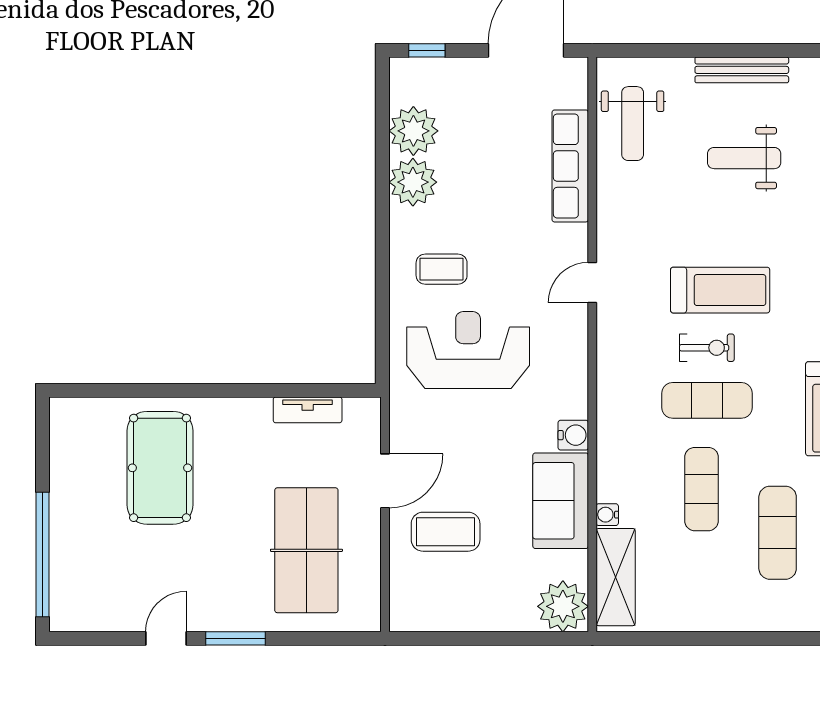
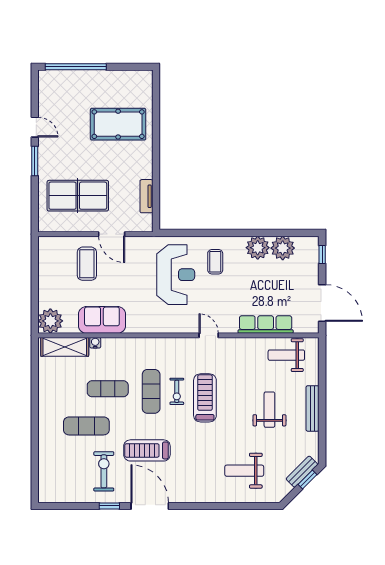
treadmill: (720, 290) -> (205, 398), turned 180
water cooler: (573, 435) -> (134, 326), removed

